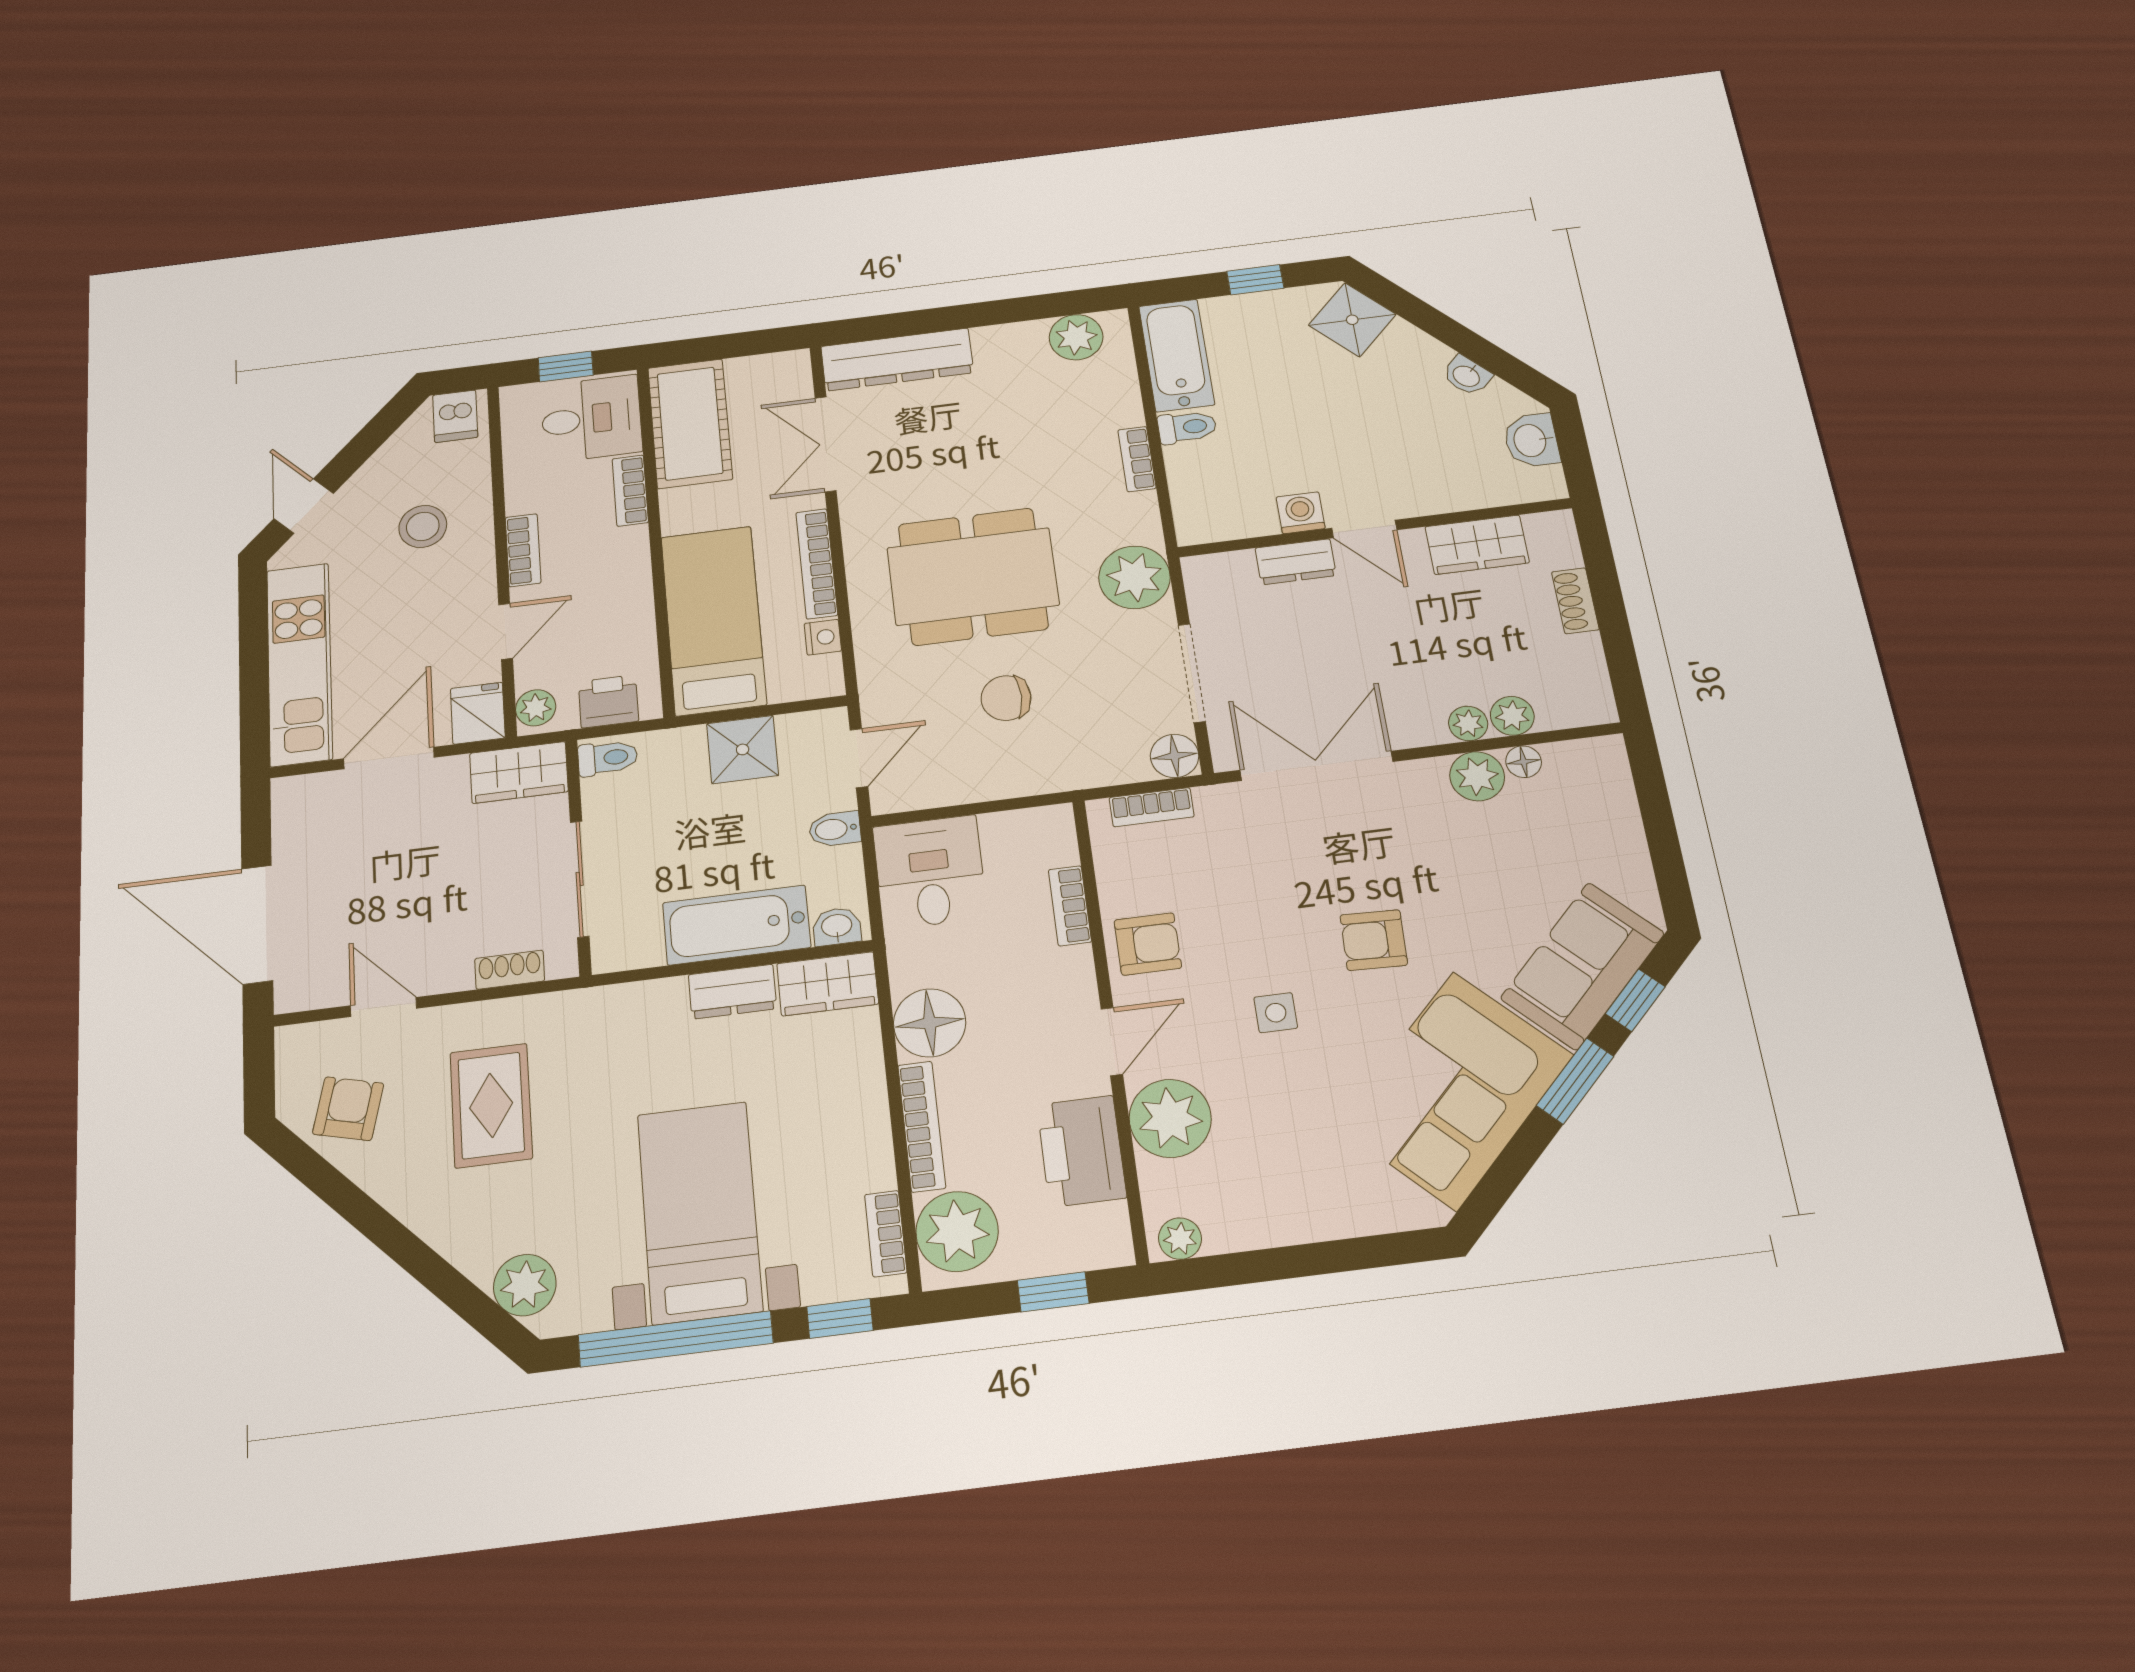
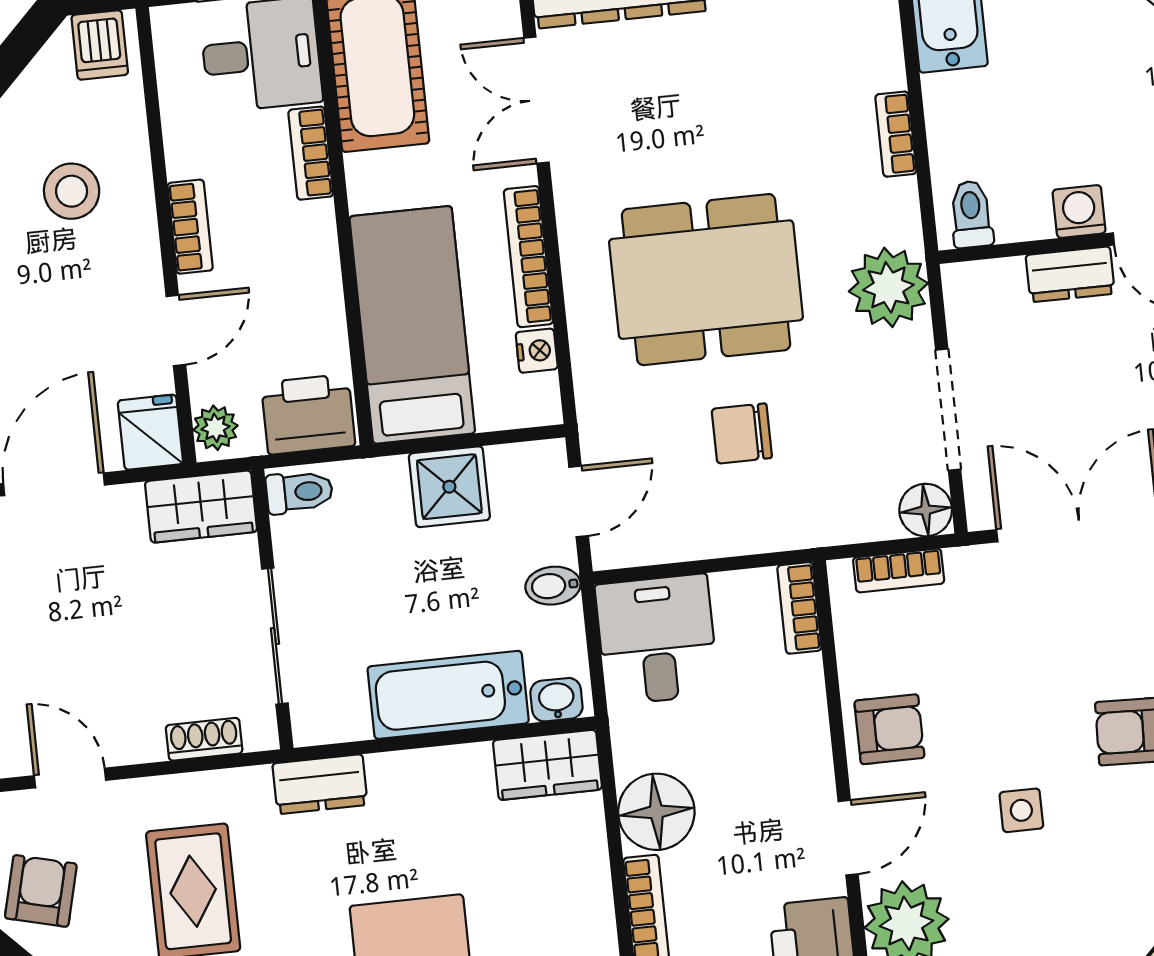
toilet: (1187, 427) -> (971, 214), moved, turned -90
printer: (608, 701) -> (308, 414), width x1.36, depth x1.24
bookcase: (1070, 906) -> (799, 608), moved
dresser: (732, 992) -> (320, 784), moved

